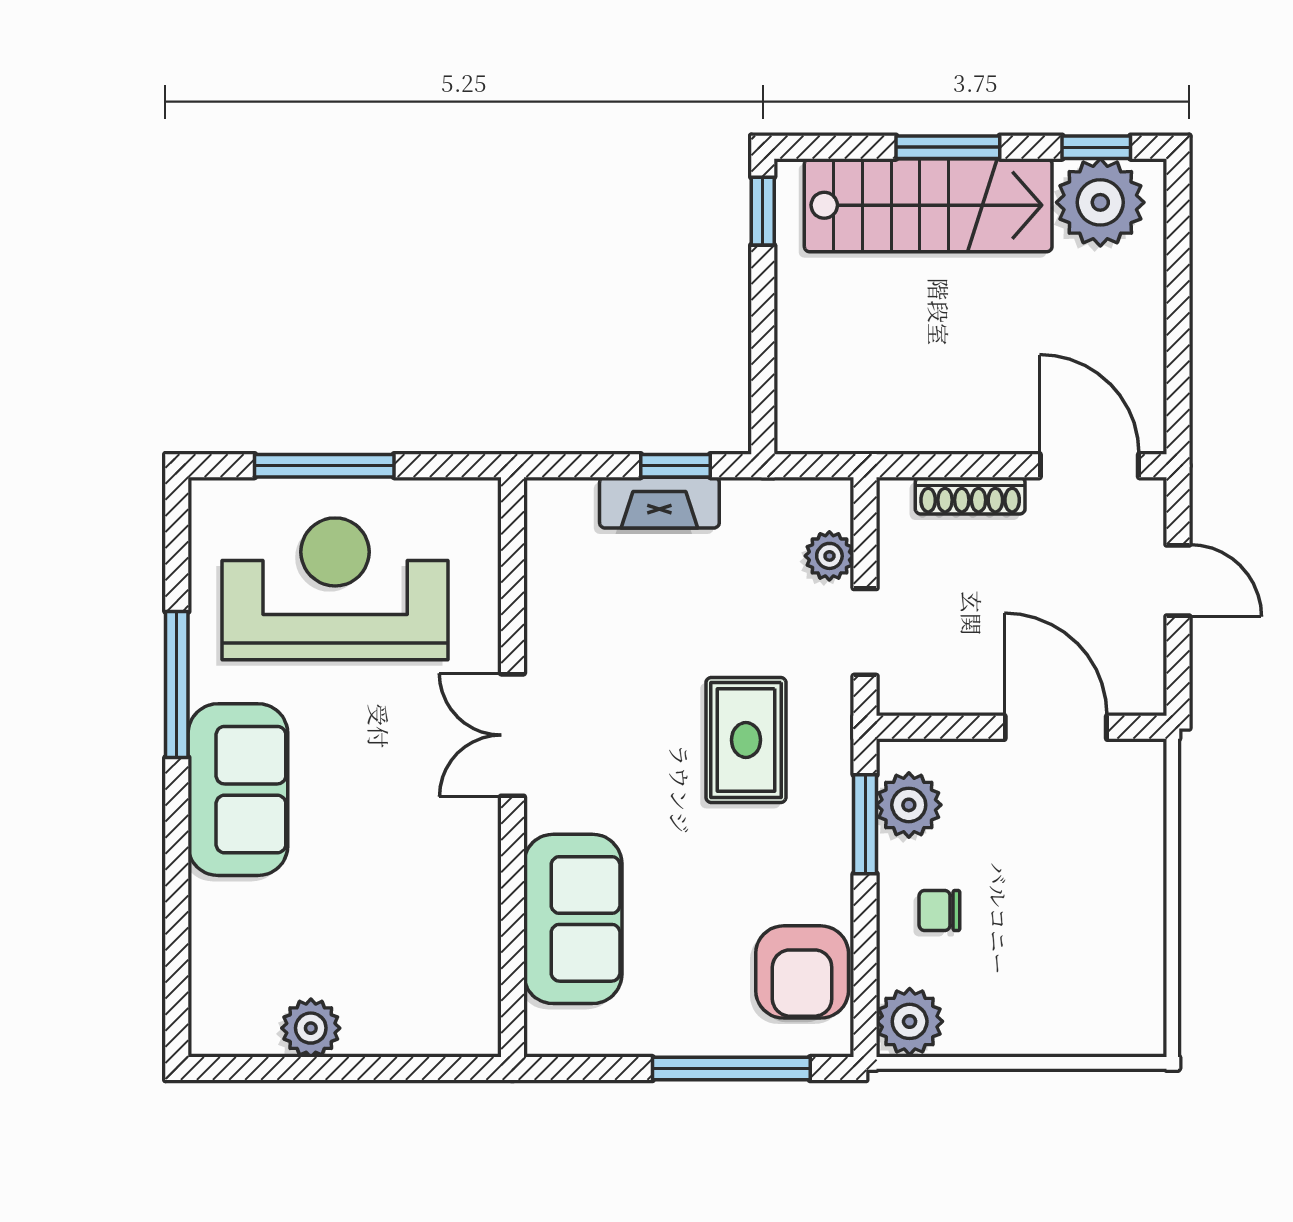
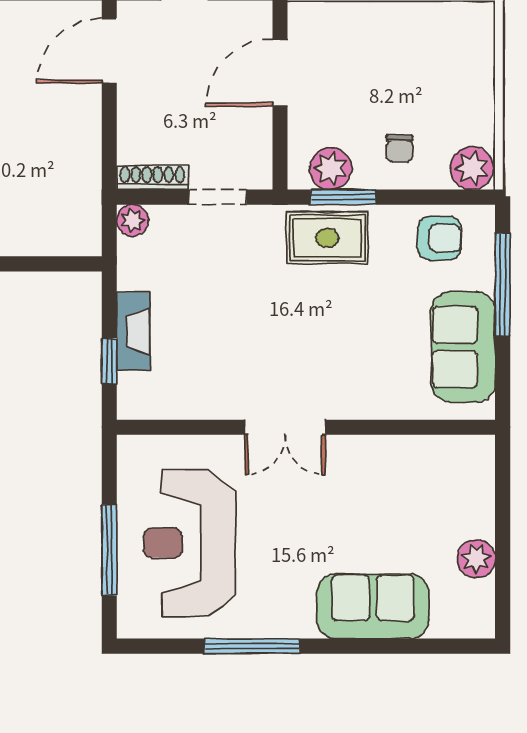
window: (676, 466) -> (109, 361), moved
shoe rack: (970, 496) -> (152, 178), moved, turned -90
plant: (829, 556) -> (133, 220), moved
rug: (746, 740) -> (327, 238), moved
sofa: (238, 790) -> (373, 606), moved
sofa: (573, 919) -> (463, 347), moved, turned -90
armchair: (802, 972) -> (440, 238), width x0.72, depth x0.72

